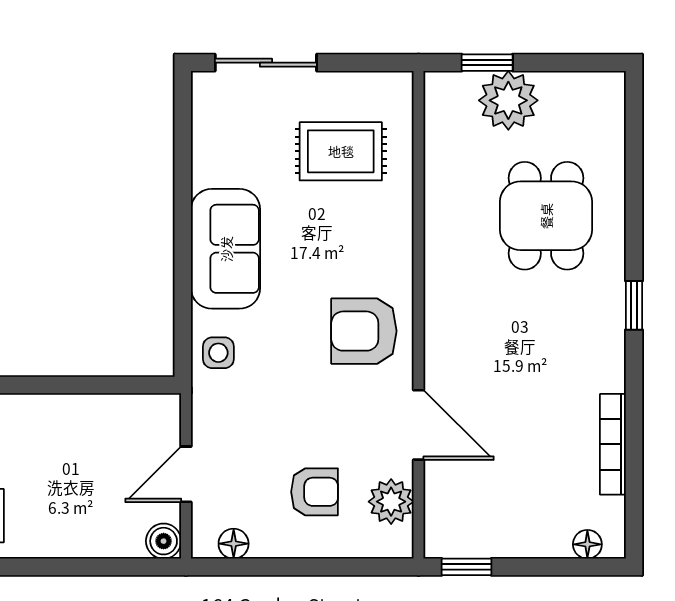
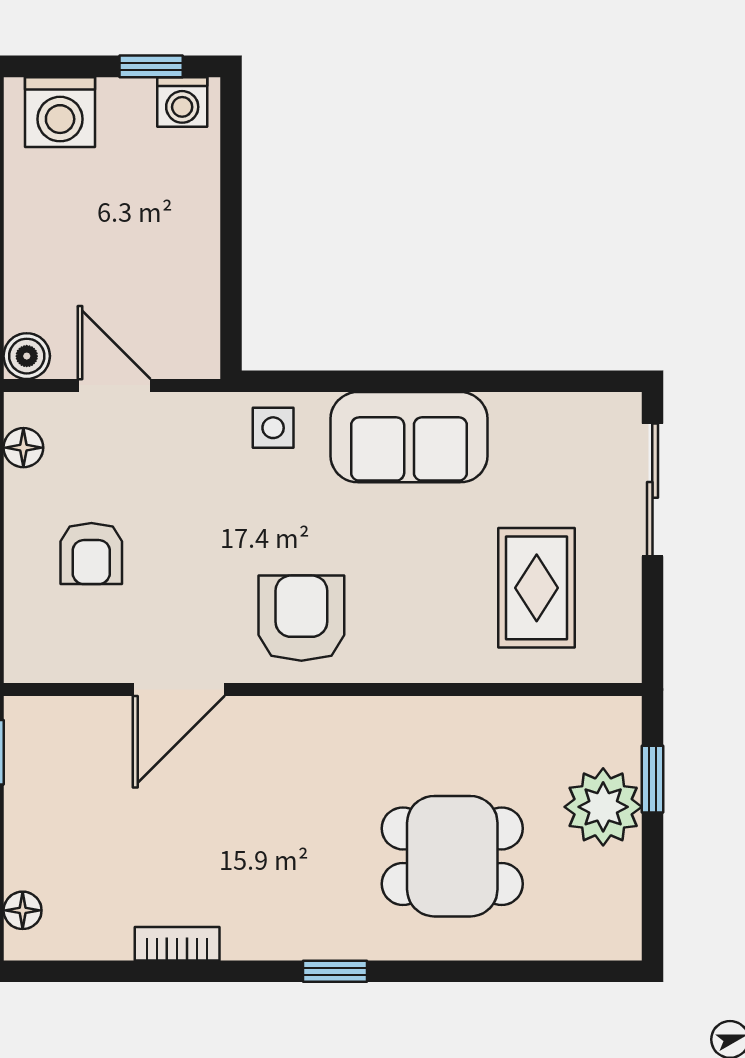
bookcase: (613, 444) -> (177, 944), width x0.64
plant: (391, 502) -> (79, 654), removed

